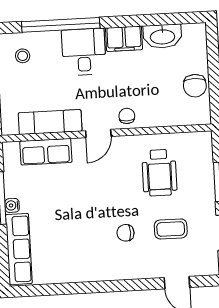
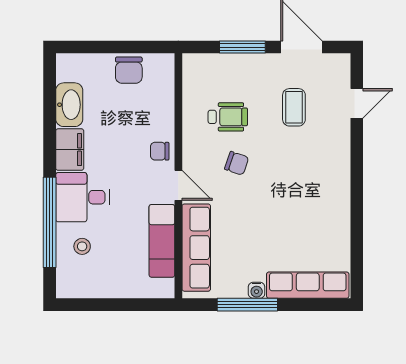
stool: (23, 56) -> (82, 246), moved
chair: (195, 86) -> (129, 70), turned 90
row of seats: (46, 152) -> (196, 248), width x1.48
wheelchair: (159, 173) -> (228, 117), width x0.73, depth x0.73
chair: (125, 233) -> (237, 163), moved, turned -71

